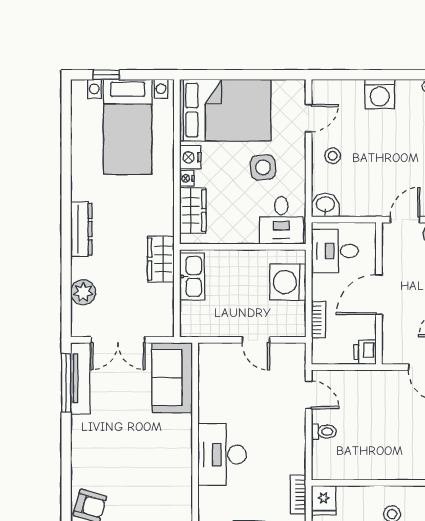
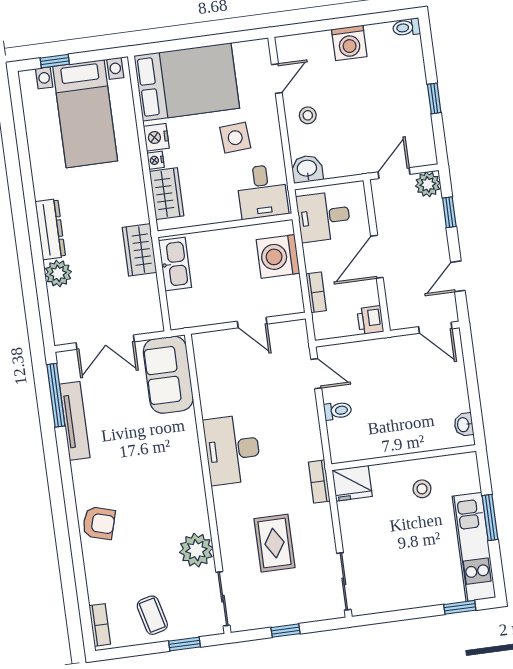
plant: (83, 292) -> (58, 273), moved
tv unit: (80, 378) -> (75, 421), moved
fridge: (324, 500) -> (352, 483), width x1.38

